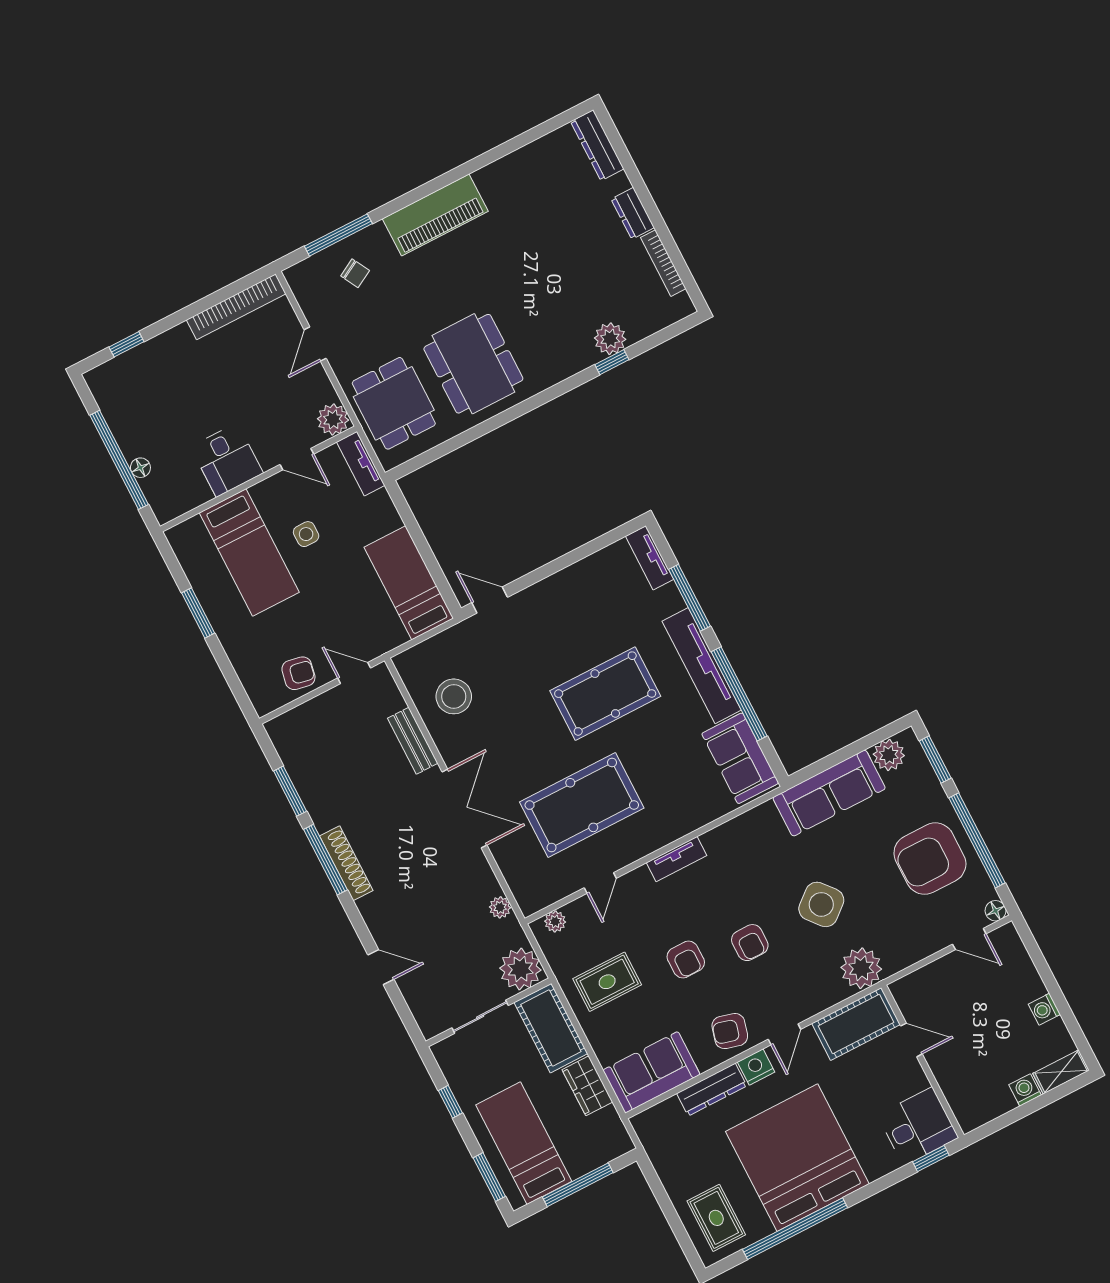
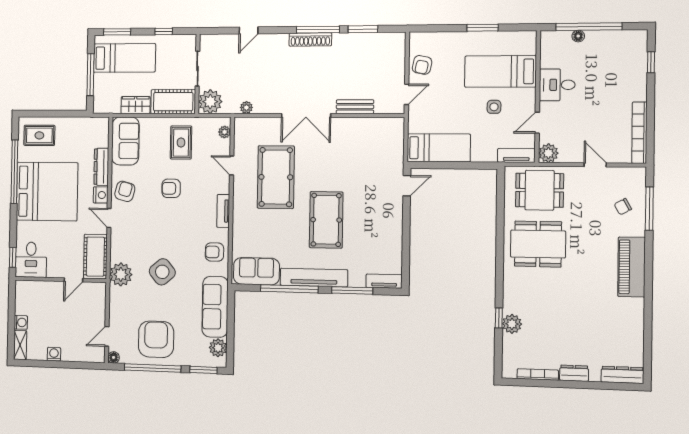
stool: (454, 696) -> (366, 140), removed
armchair: (750, 943) -> (214, 252), moved

